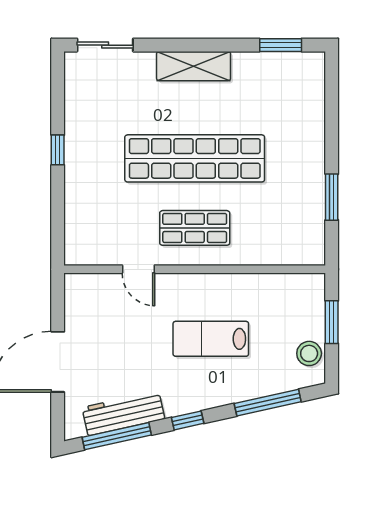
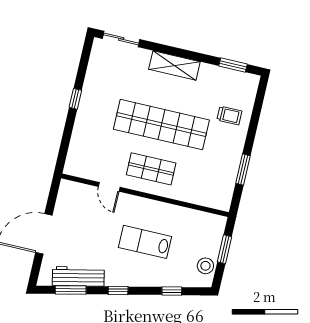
trolley: (293, 121) -> (229, 115), added
window: (268, 403) -> (172, 291), width x0.46
window: (117, 436) -> (71, 290), width x0.69

